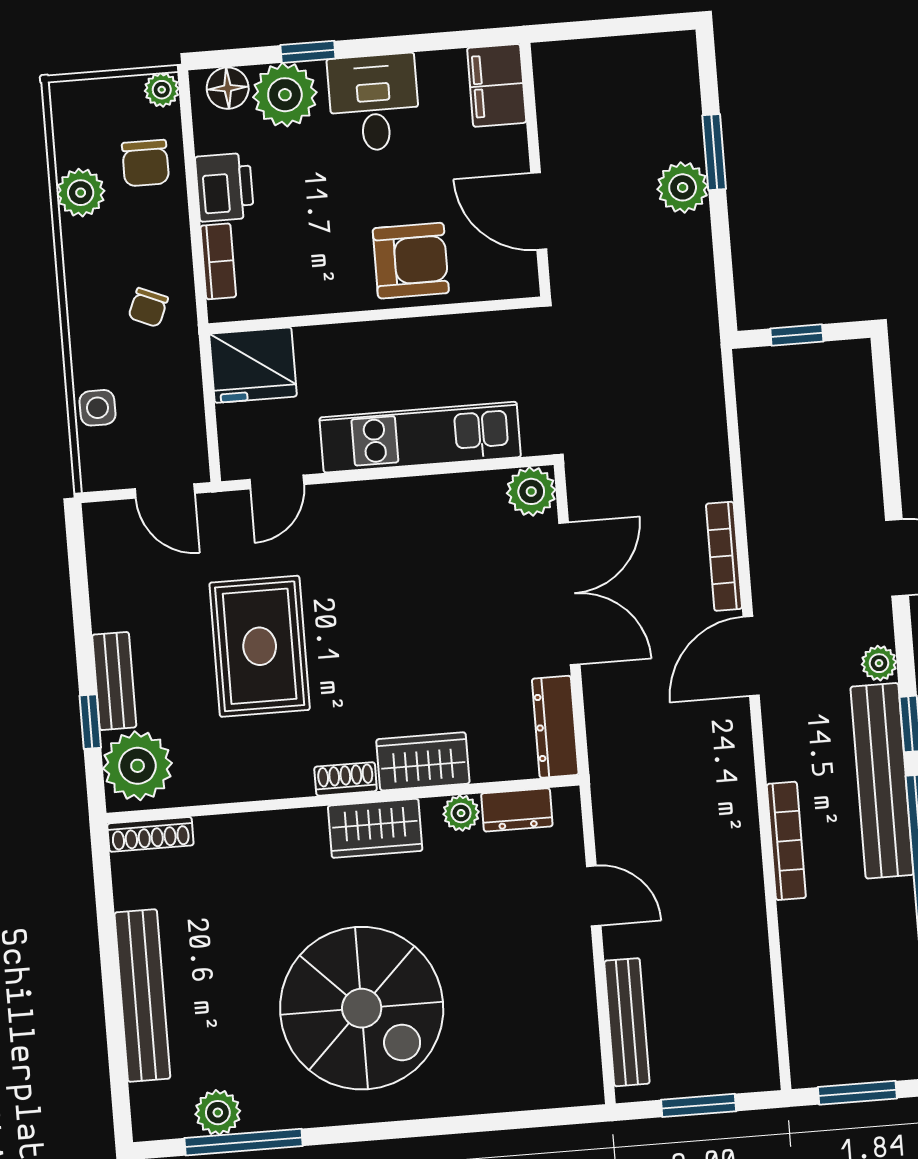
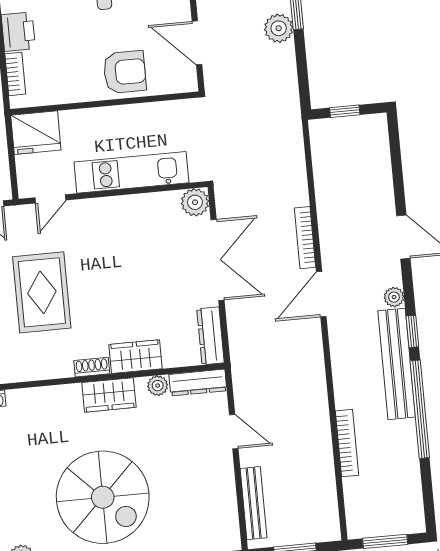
dresser: (517, 810) -> (198, 383), width x1.44
bookcase: (786, 841) -> (347, 443), moved

